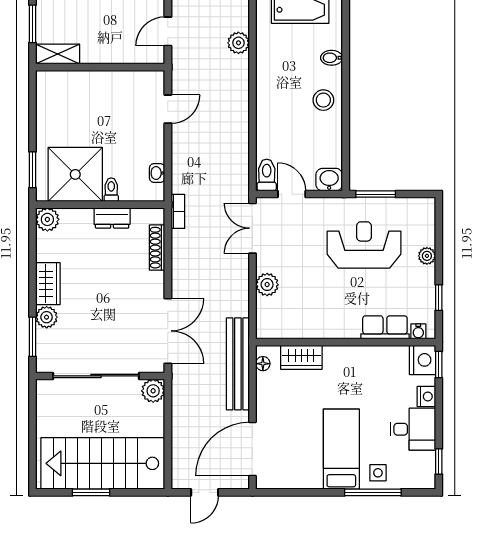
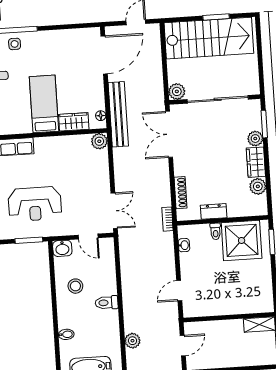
stool: (323, 100) -> (75, 286), moved
toilet: (267, 175) -> (107, 303), moved, turned 90
plant: (47, 219) -> (258, 186), moved
plant: (267, 285) -> (99, 141), moved
bed: (341, 449) -> (44, 104), moved, turned 180

